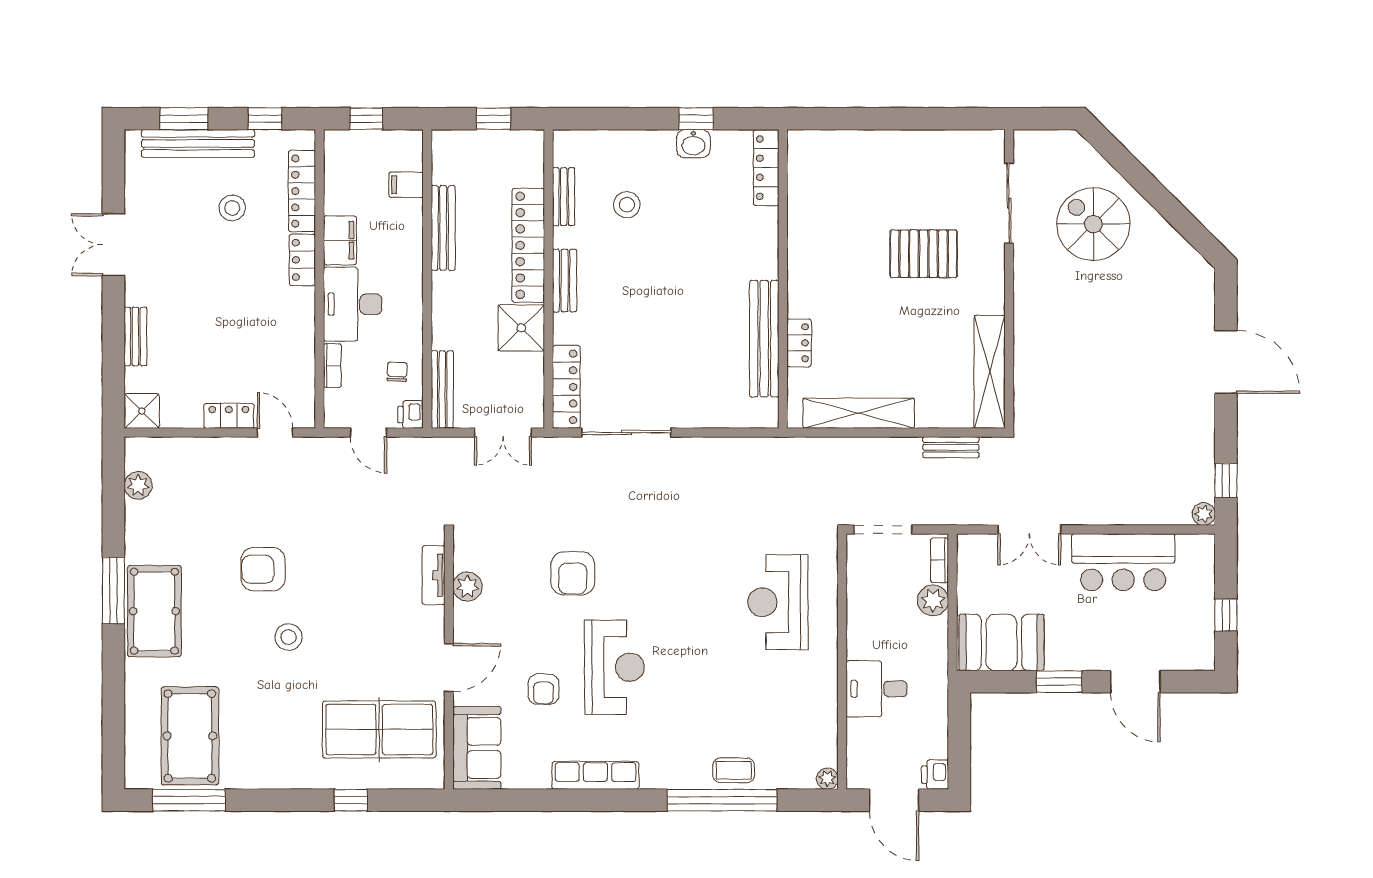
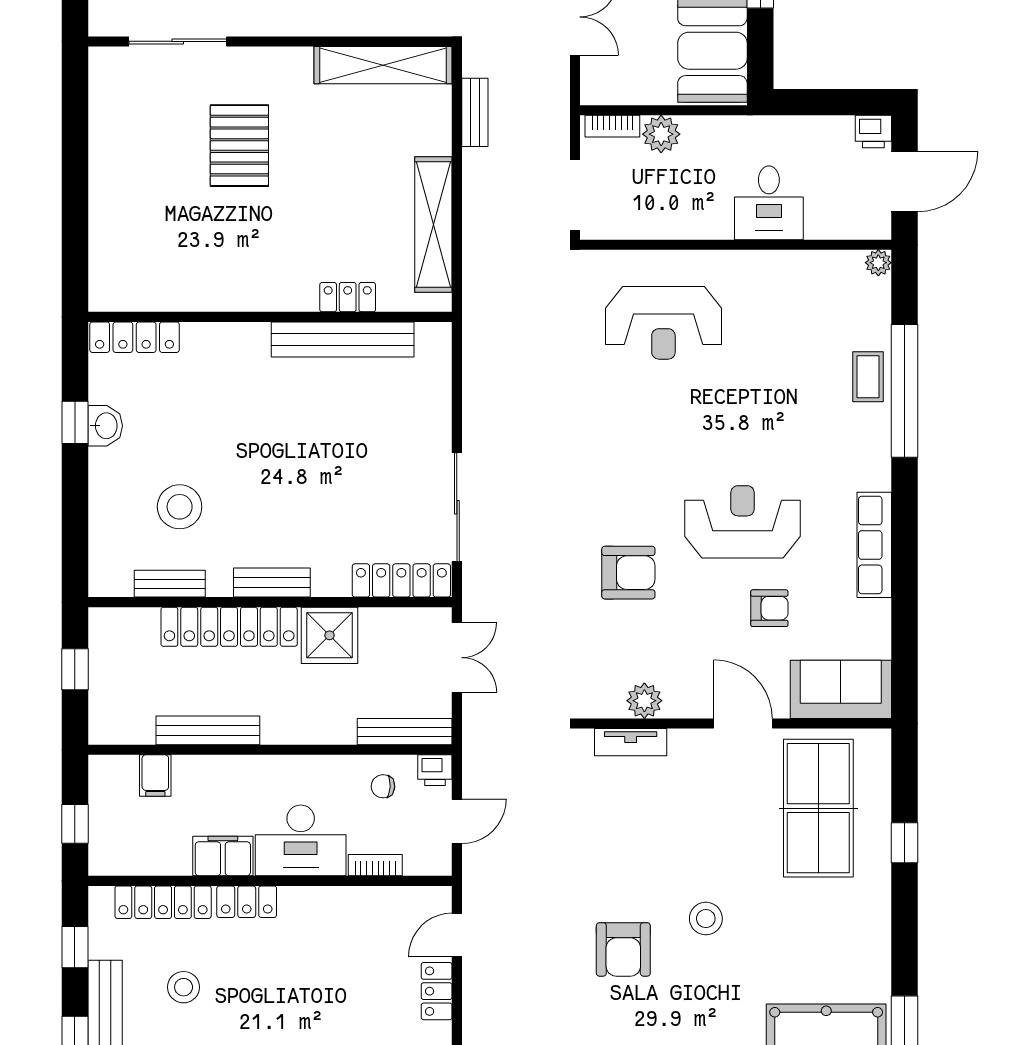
stool: (627, 205) -> (180, 507), width x1.38, depth x1.38

